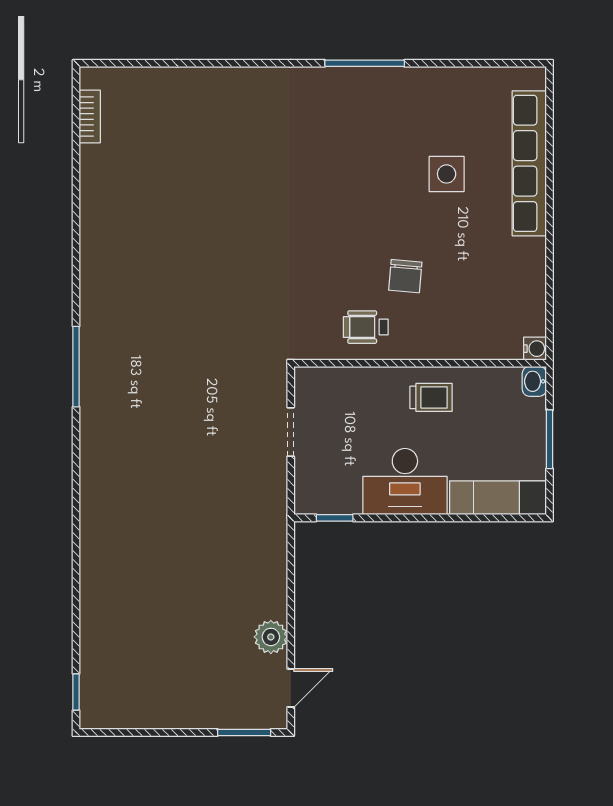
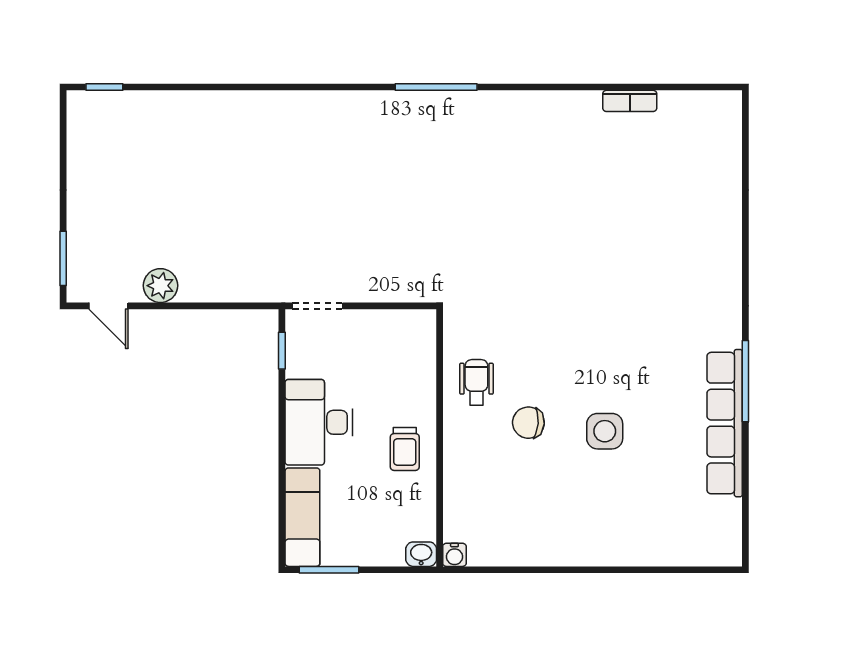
bookcase: (90, 117) -> (630, 101), moved
row of seats: (529, 163) -> (725, 423), moved, turned -90
side table: (447, 174) -> (605, 431), moved
doorway: (291, 432) -> (317, 306), moved
window: (550, 439) -> (329, 570), moved

